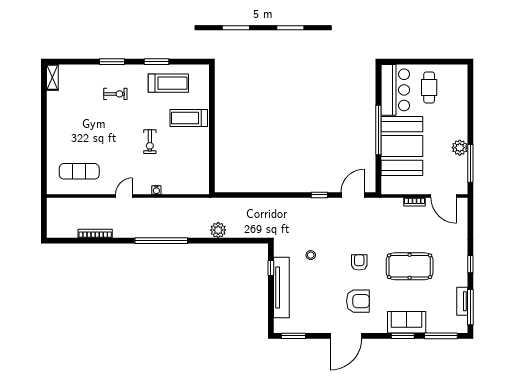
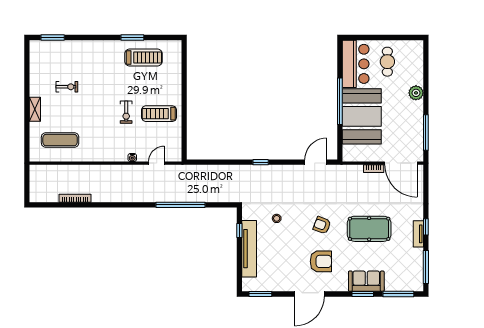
window: (112, 62) -> (53, 37), moved
shelving: (52, 77) -> (35, 109), moved
exercise bike: (115, 94) -> (67, 87), moved
treadmill: (189, 118) -> (159, 114), moved
plant: (460, 148) -> (416, 93), moved
window: (319, 195) -> (261, 162), moved
door: (124, 196) -> (156, 163), moved
door: (444, 196) -> (401, 163), width x1.36
plant: (218, 230) -> (190, 195), removed
window: (161, 241) -> (180, 205), moved
armchair: (359, 262) -> (322, 225), turned -69
tv unit: (462, 301) -> (418, 234), moved

